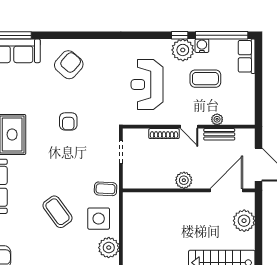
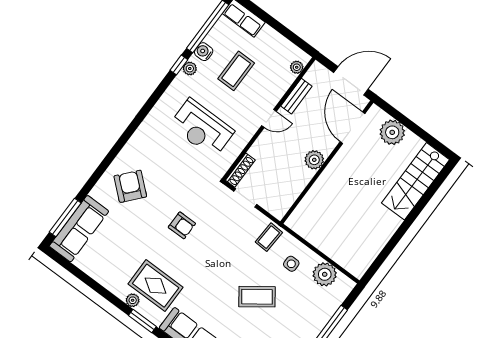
plant: (183, 50) -> (190, 69), width x0.53, depth x0.53
plant: (217, 119) -> (297, 67), moved
shoe rack: (164, 134) -> (240, 170), moved
side table: (99, 219) -> (291, 264), width x0.54, depth x0.54

